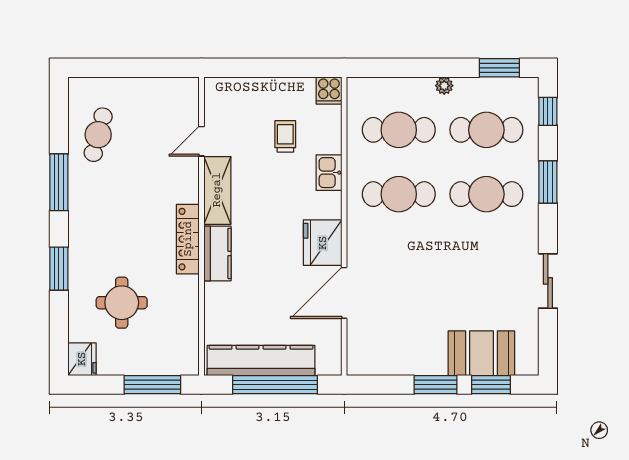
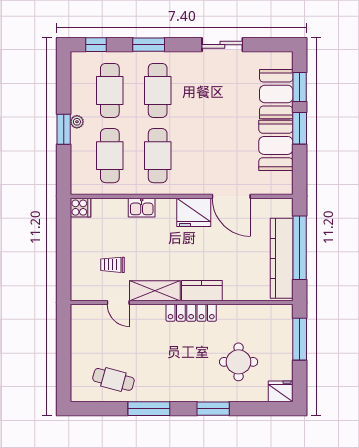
window: (499, 68) -> (64, 129), moved
trolley: (285, 136) -> (113, 265), moved
booth: (412, 353) -> (276, 145), added

